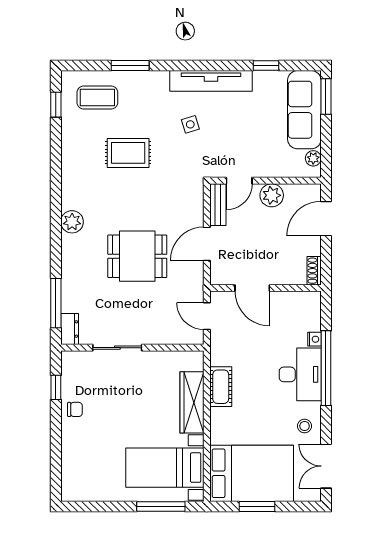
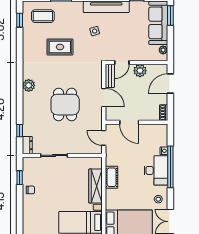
door: (207, 244) -> (104, 98), swing flipped
dining table: (137, 256) -> (65, 105), turned 90
window: (56, 303) -> (20, 131), width x0.46

